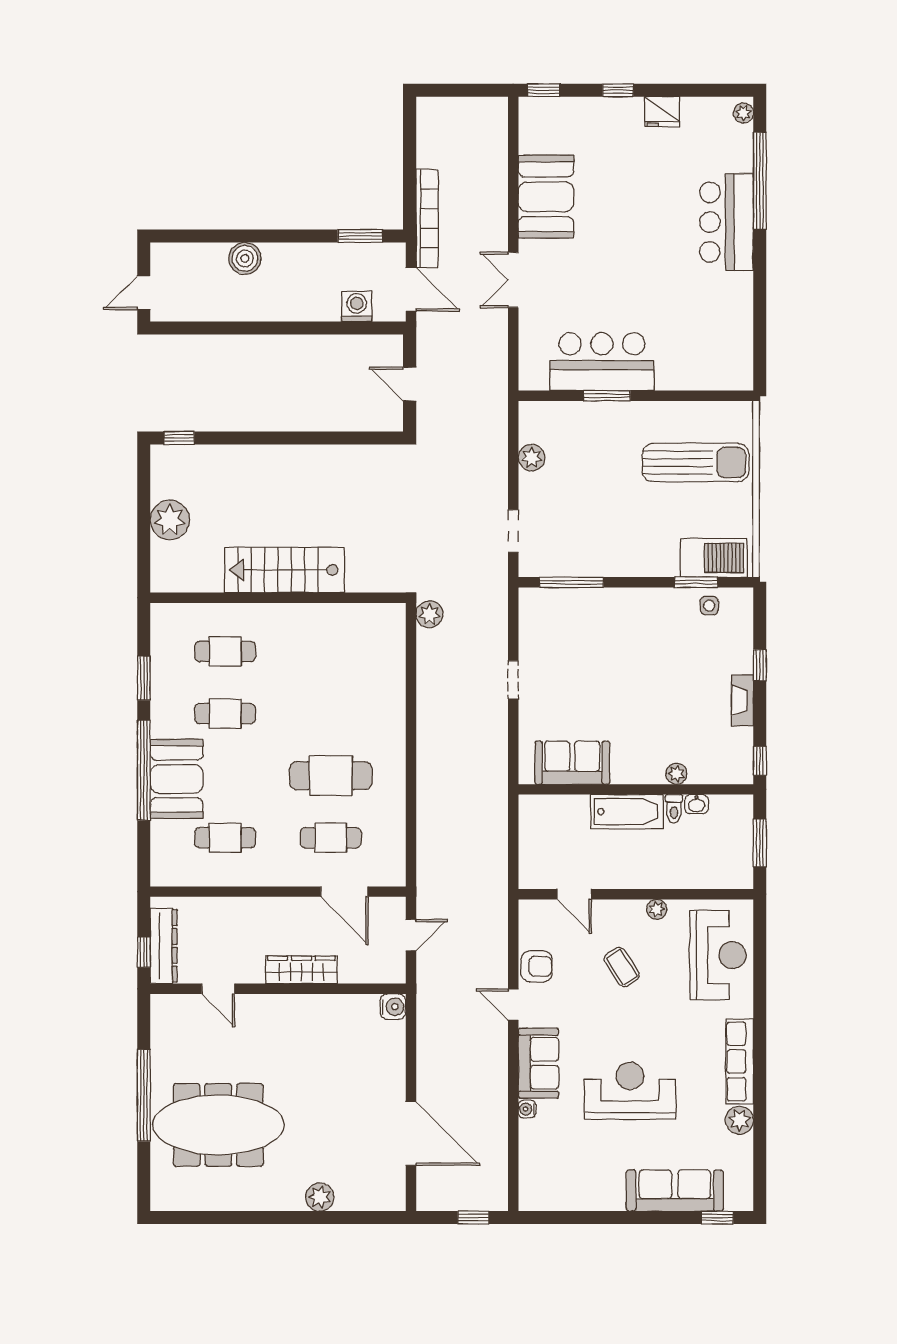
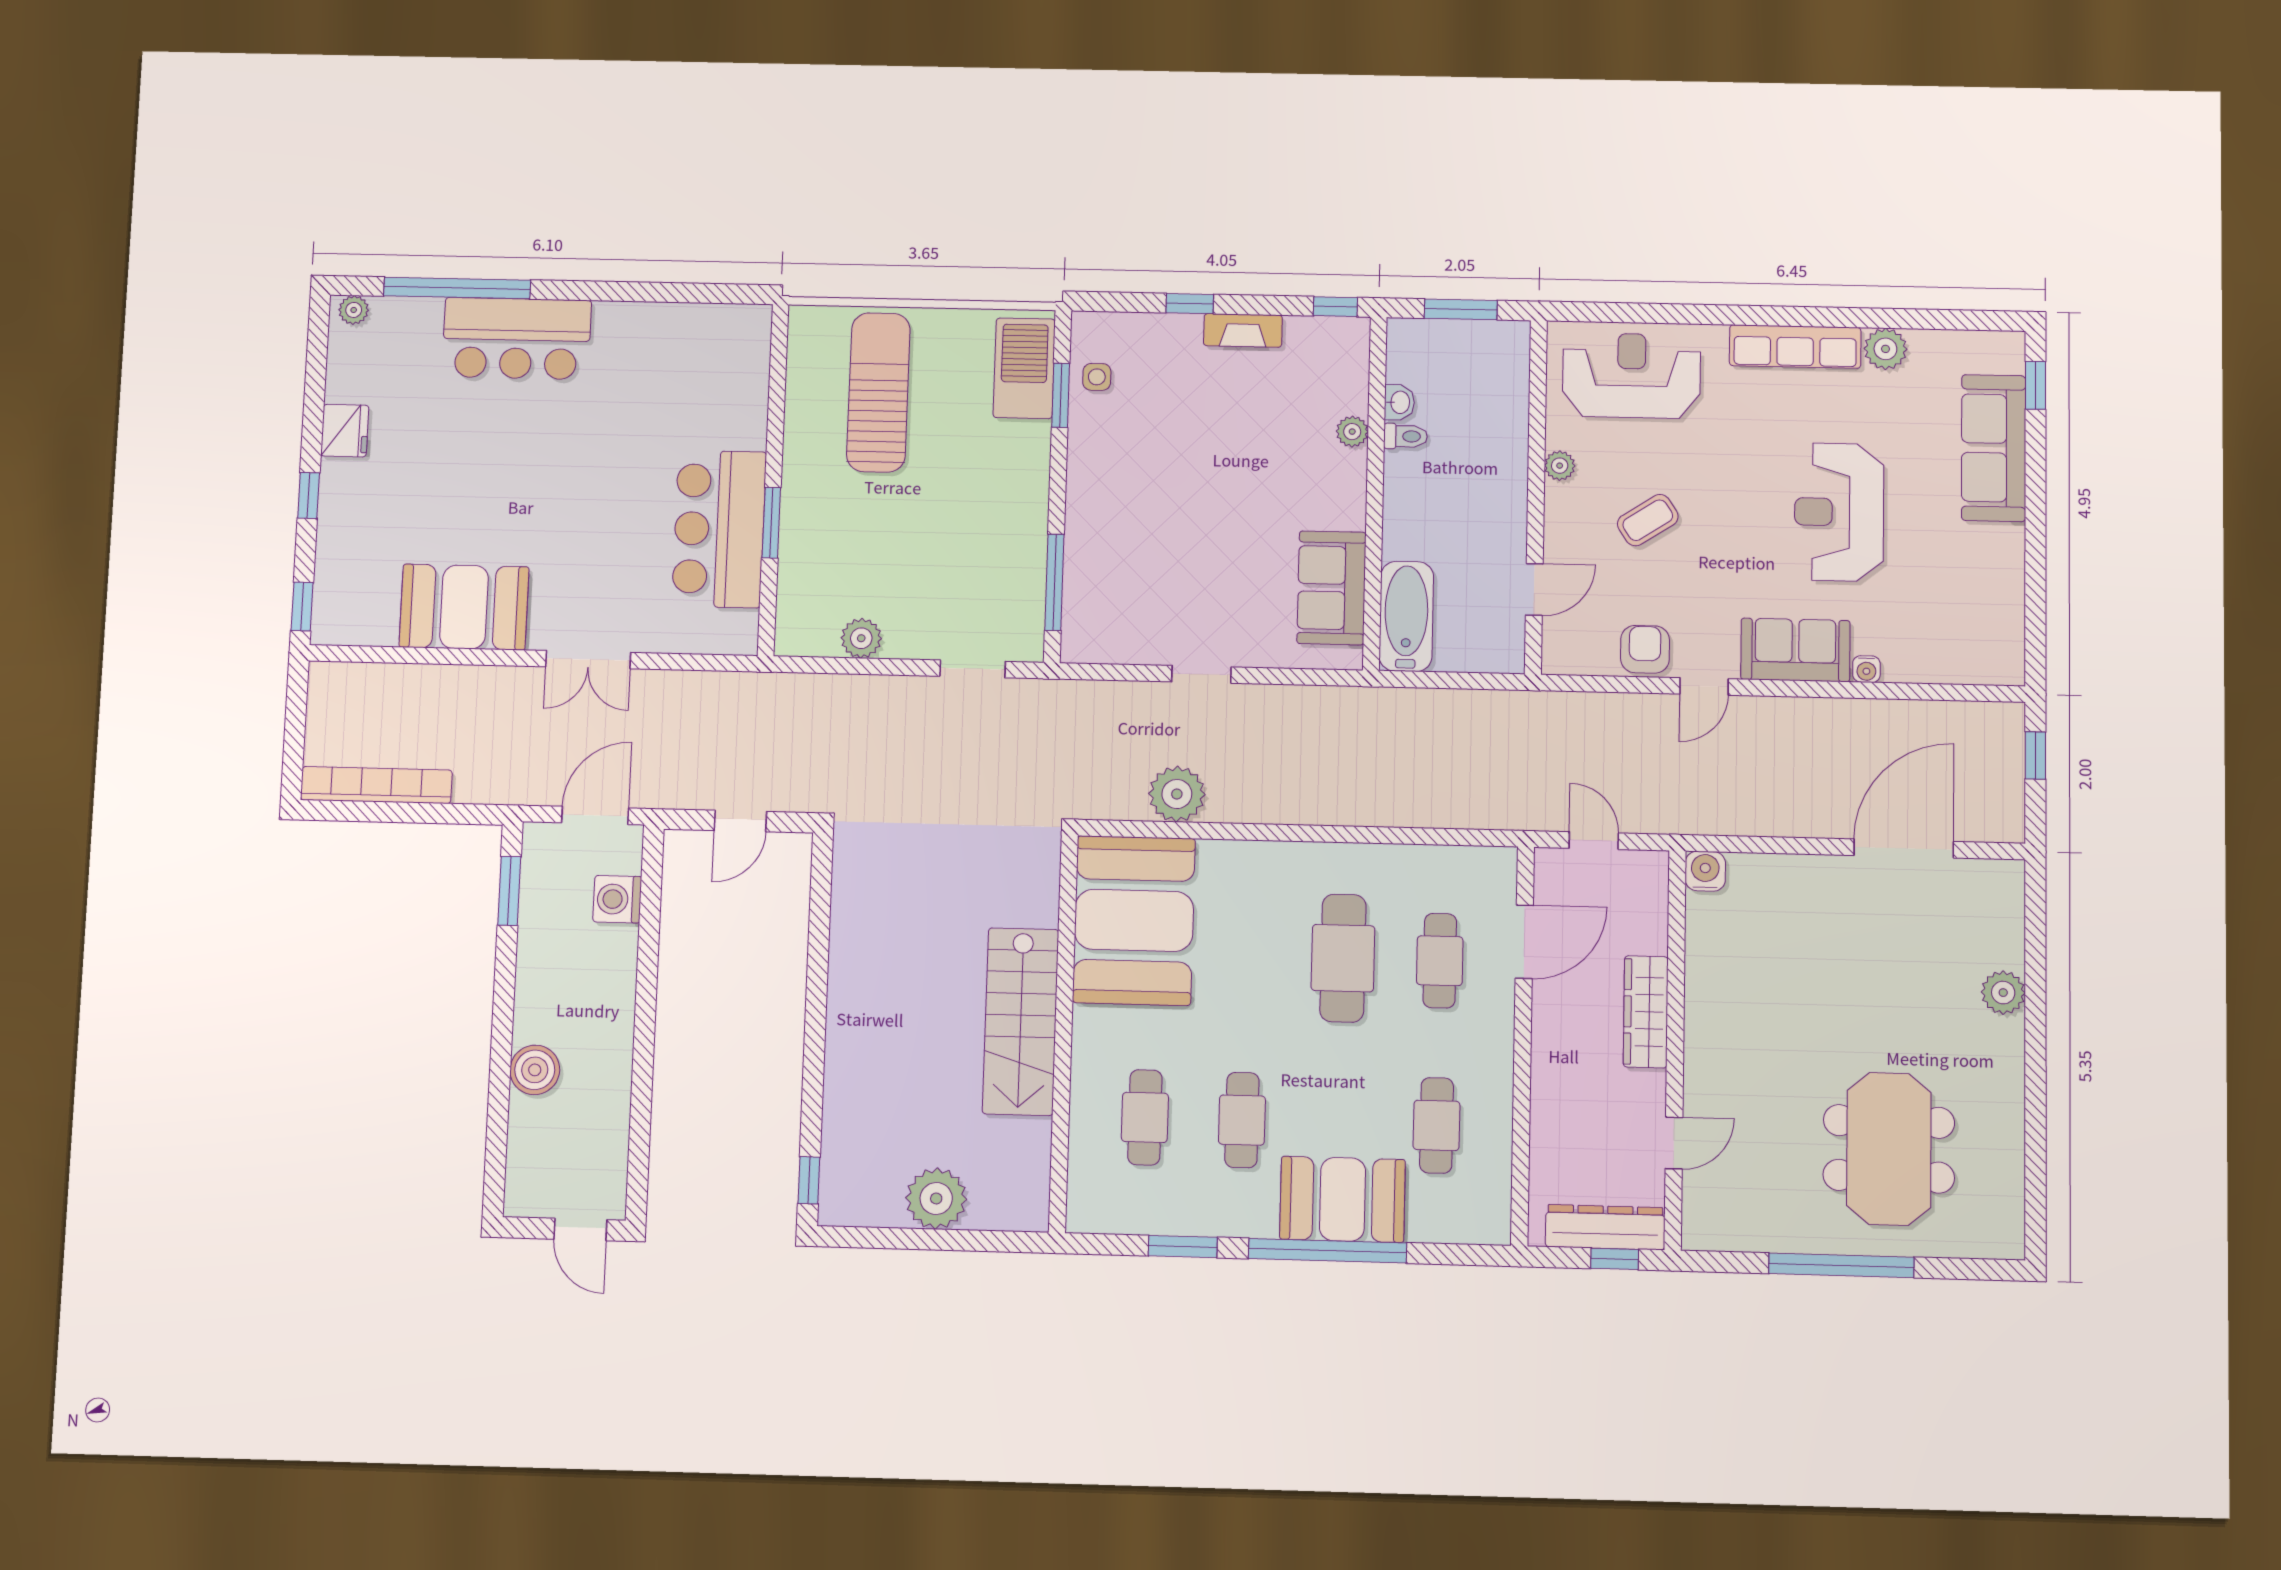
bookcase: (427, 218) -> (376, 785), moved
plant: (429, 614) -> (1177, 794), moved, width x1.36, depth x1.36
booth: (352, 641) -> (1134, 920), added
bathtub: (627, 812) -> (1406, 616), moved
meeting table: (218, 1125) -> (1889, 1149), width x0.73

